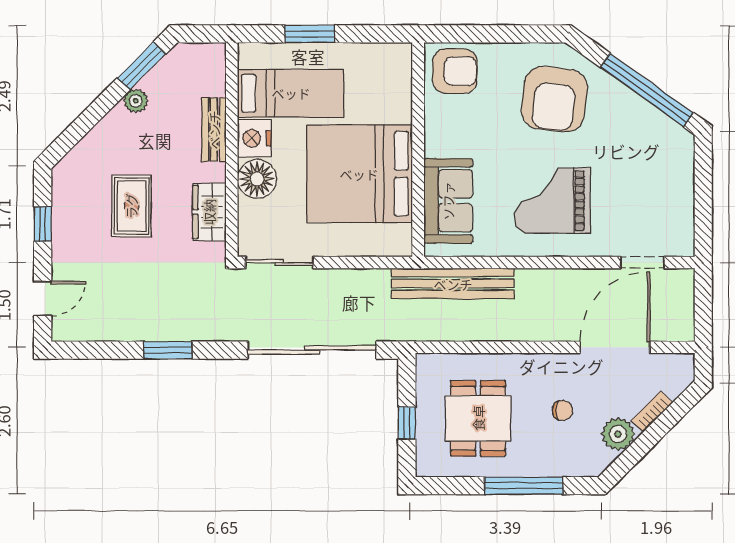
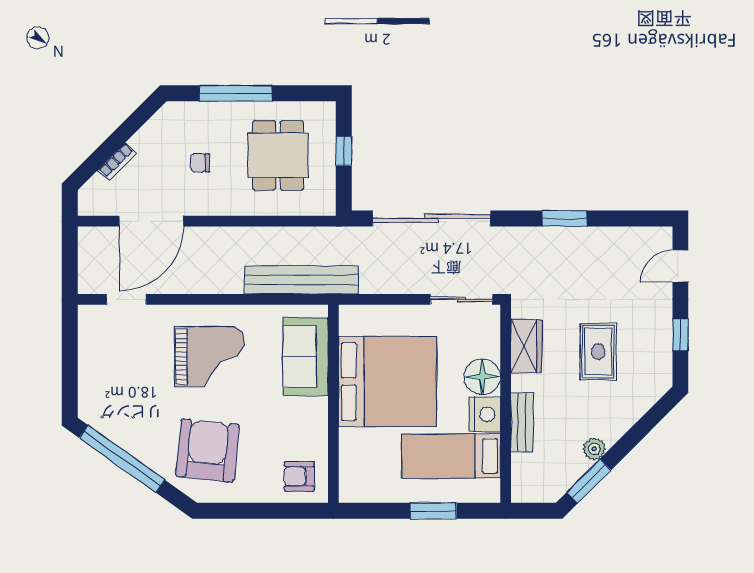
armchair: (455, 71) -> (299, 476), width x0.72, depth x0.72
plant: (618, 434) -> (149, 141), removed

